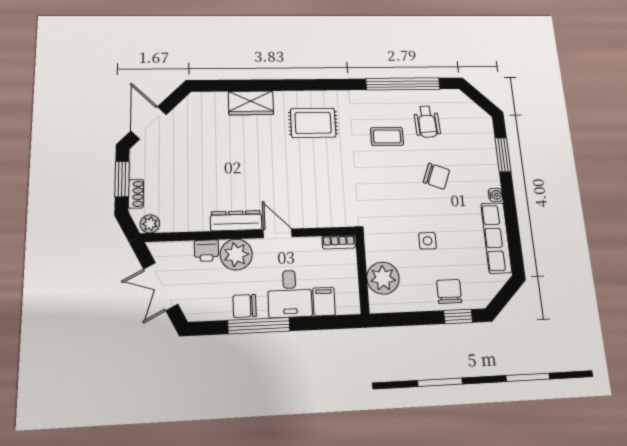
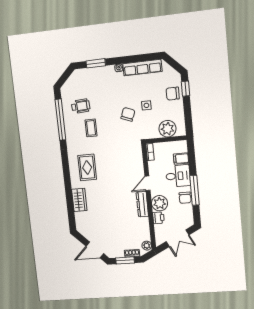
chair: (436, 176) -> (128, 114), moved

